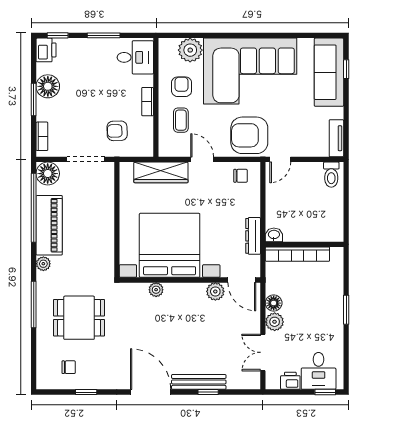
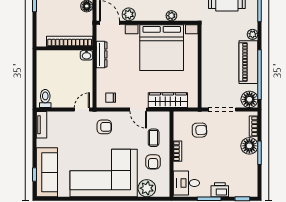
printer: (46, 50) -> (220, 190), moved, turned 90
floor lamp: (48, 86) -> (249, 146), moved
armchair: (249, 135) -> (104, 127), width x0.53, depth x0.53

